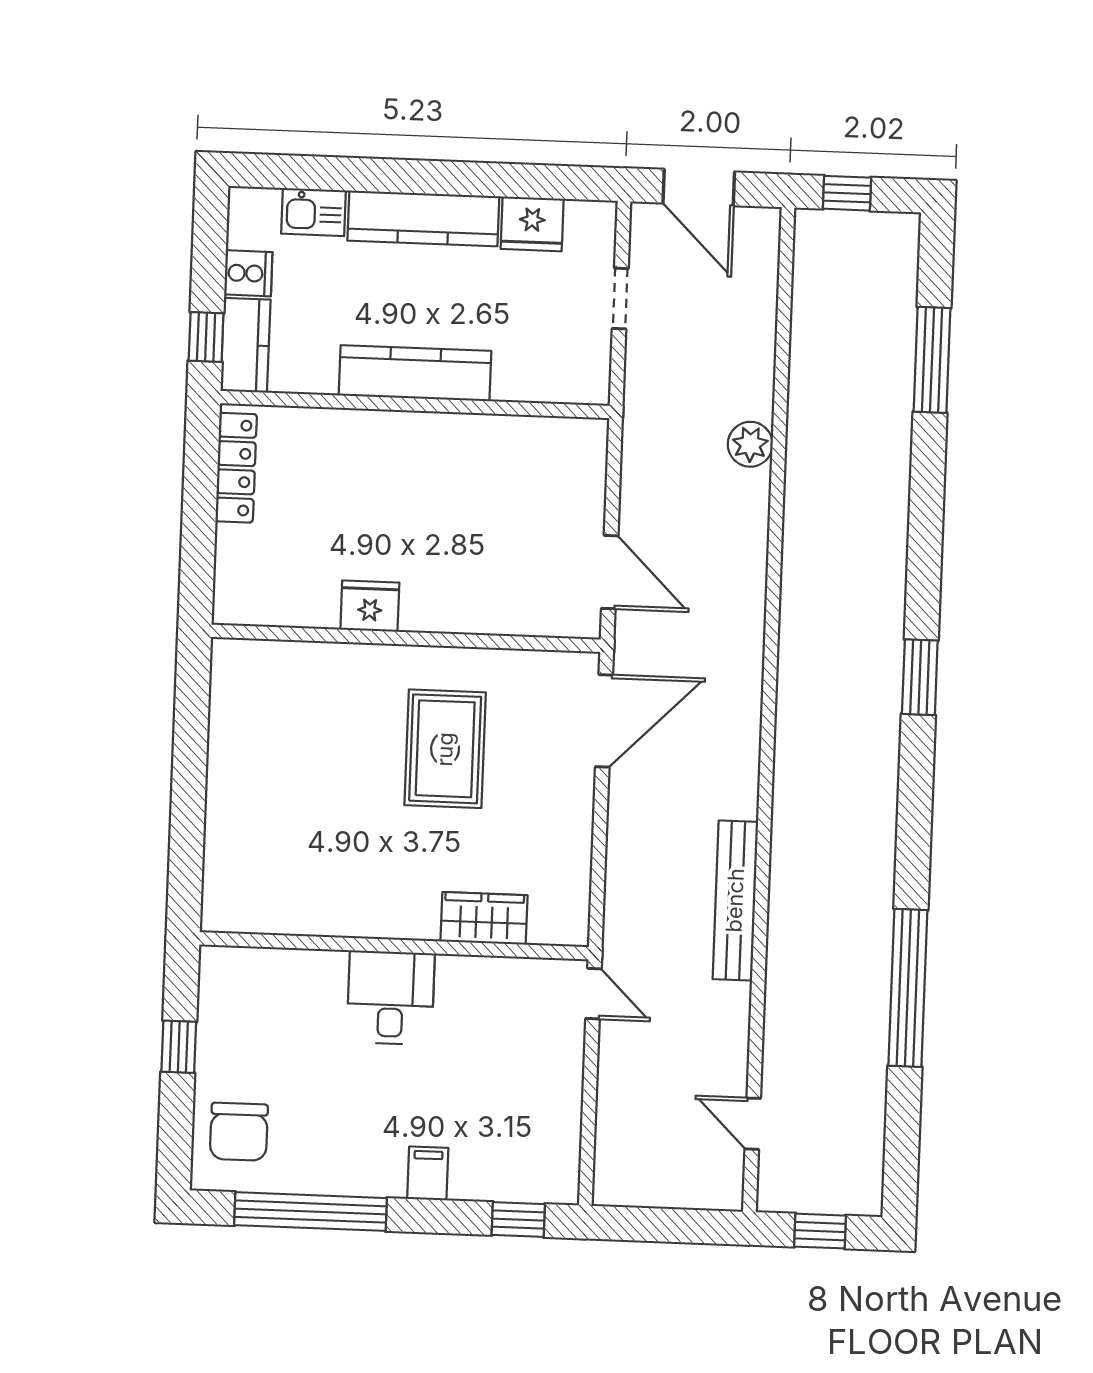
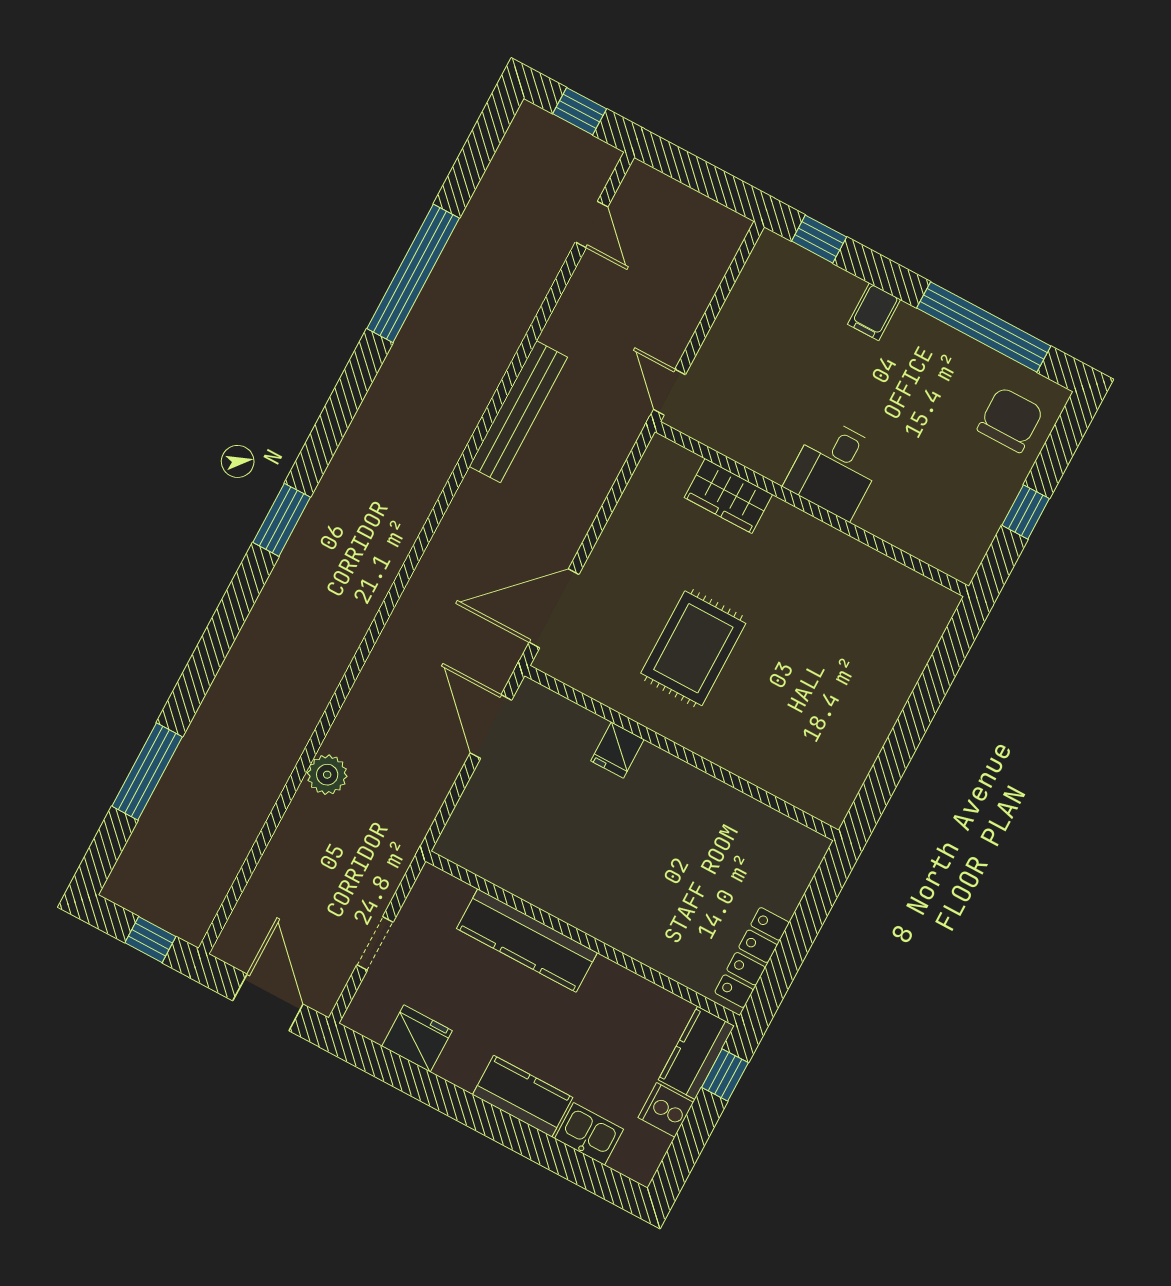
kitchen counter: (423, 218) -> (523, 1096), width x0.67
kitchen counter: (415, 373) -> (527, 941), moved
fridge: (370, 606) -> (617, 750), moved, width x0.72

